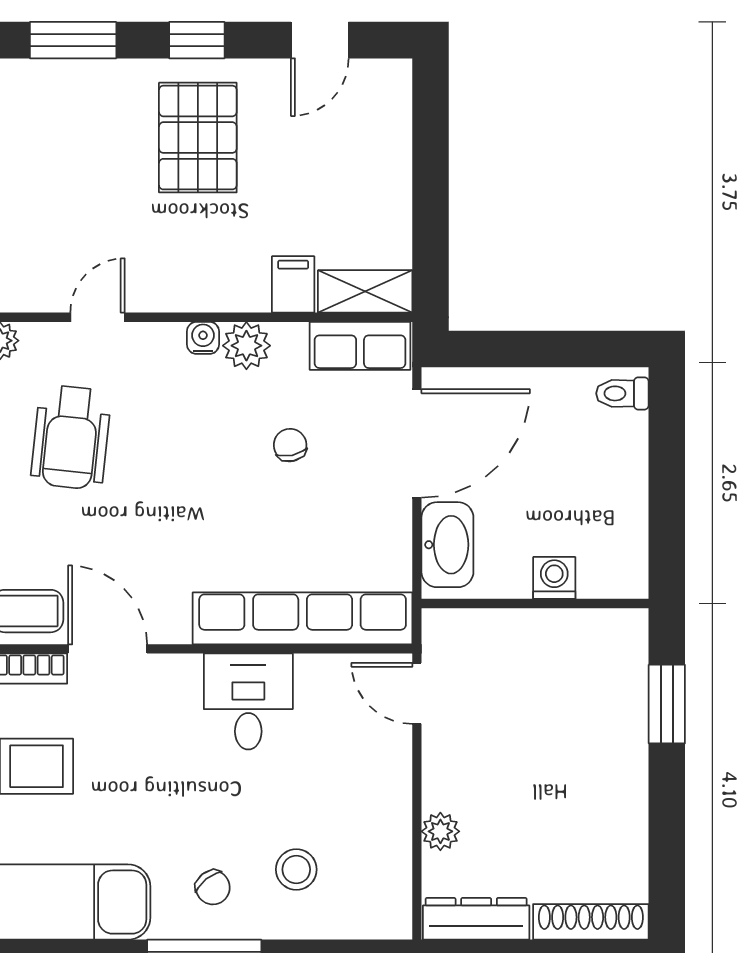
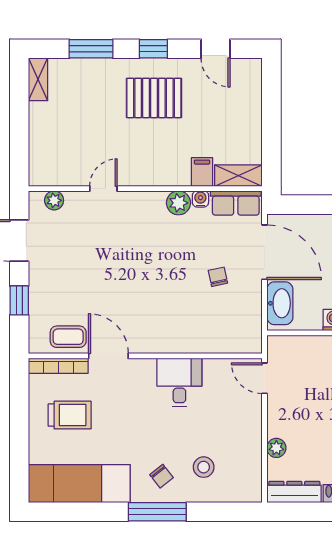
door: (320, 40) -> (215, 49), hinge flipped
pallet: (198, 138) -> (154, 98), turned 90
water cooler: (203, 338) -> (200, 199), moved
wheelchair: (71, 437) -> (90, 249), removed
door: (417, 443) -> (264, 252), hinge flipped
chair: (290, 445) -> (218, 277), moved
row of seats: (303, 618) -> (207, 340), removed

